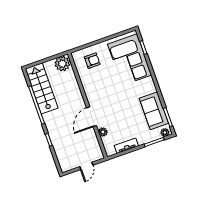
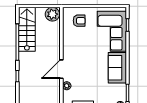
sofa: (154, 111) -> (117, 68), moved

